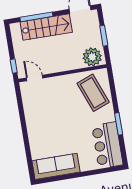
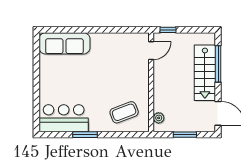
plant: (92, 57) -> (159, 118), width x0.53, depth x0.53
coffee table: (93, 93) -> (124, 112), width x0.73, depth x0.76
sofa: (56, 166) -> (64, 43), moved, turned 90

